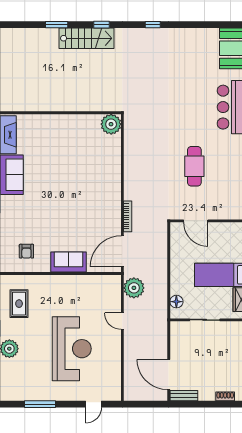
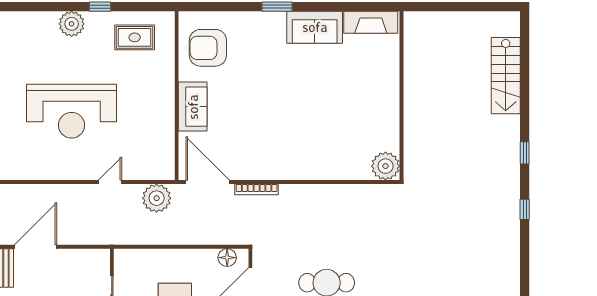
window: (57, 25) -> (525, 90), removed
window: (153, 25) -> (525, 209), moved
stairs: (87, 38) -> (506, 76), moved
armchair: (26, 251) -> (208, 48), width x1.88, depth x1.88
floor lamp: (176, 302) -> (227, 258), moved

